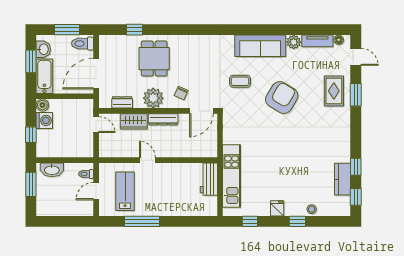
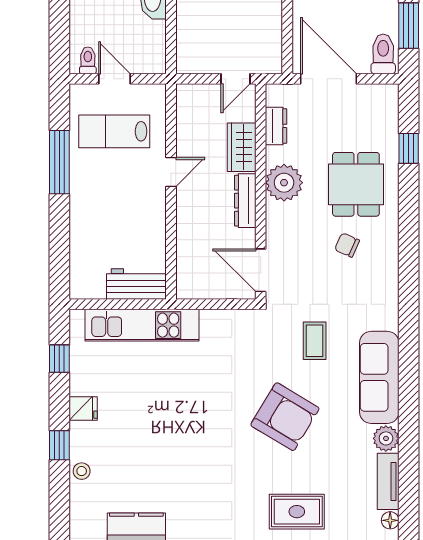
dining table: (154, 59) -> (356, 184), turned 90
chair: (181, 93) -> (347, 245), moved
toilet: (86, 174) -> (88, 60), moved
lab bench: (125, 191) -> (114, 131), turned 180

